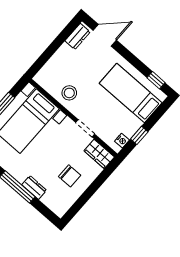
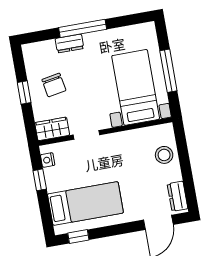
stool: (69, 93) -> (164, 155), moved
chair: (70, 176) -> (54, 85), turned -100
window: (90, 191) -> (24, 93), added

